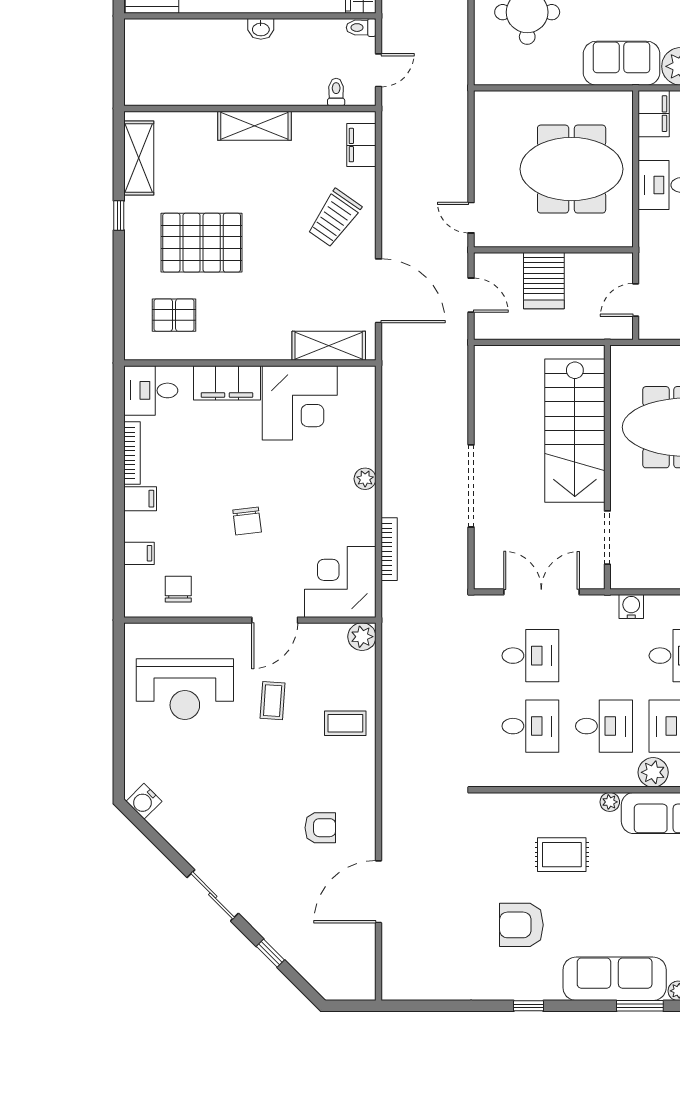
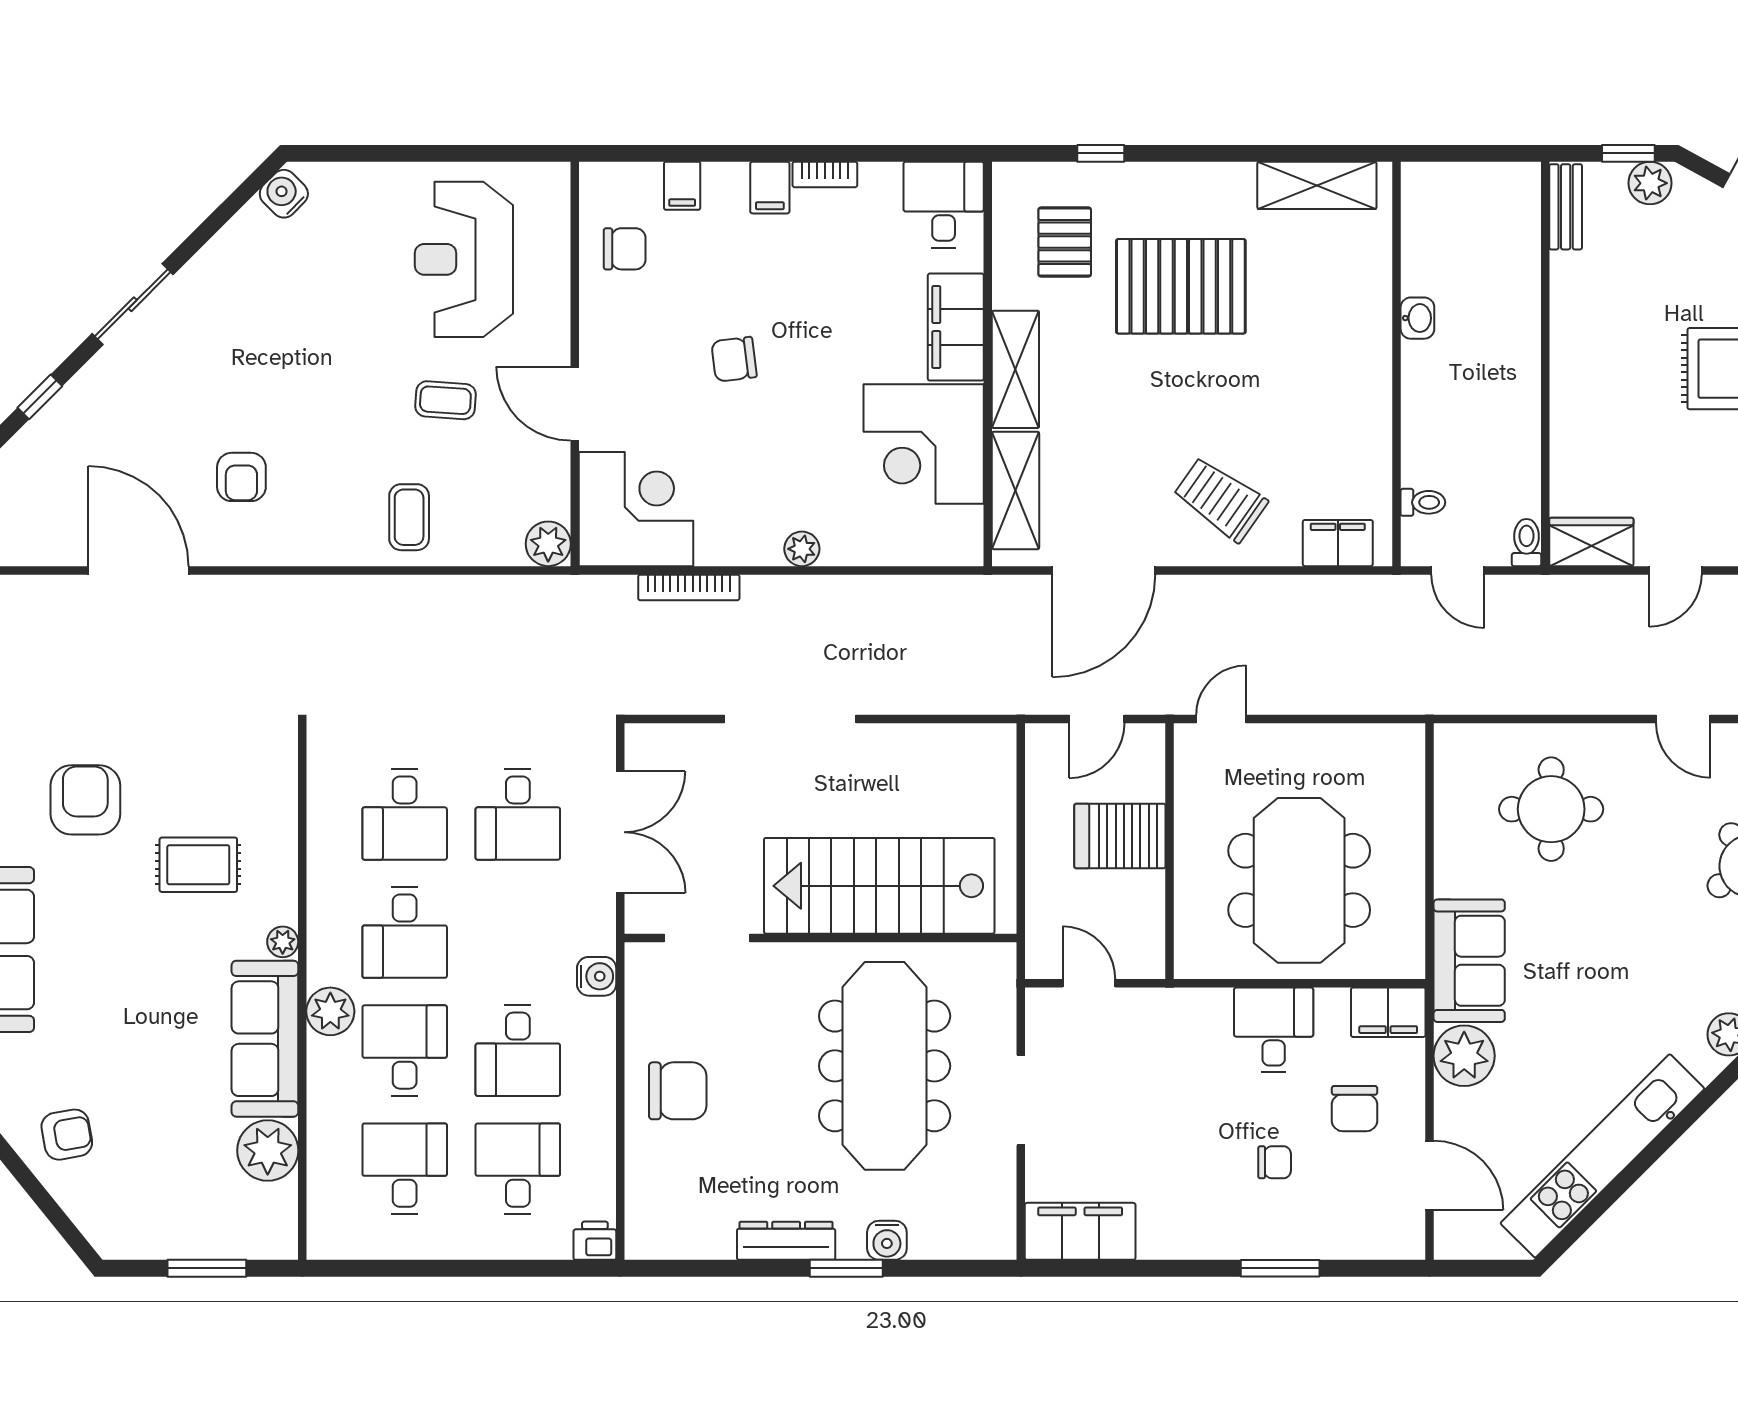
washbasin: (261, 29) -> (1417, 318), moved, turned 180
shelving: (254, 126) -> (1015, 369), moved
window: (119, 216) -> (1101, 153), moved
pallet: (202, 243) -> (1181, 286), turned 90
bookcase: (132, 453) -> (825, 174), width x0.64
rug: (562, 855) -> (198, 865), turned 90

